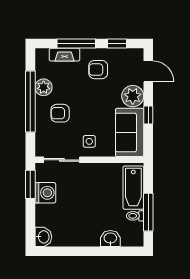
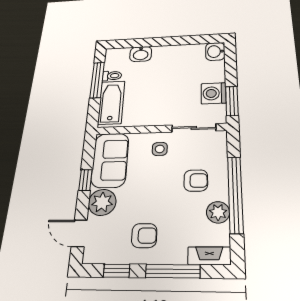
fireplace: (65, 55) -> (209, 256), moved

